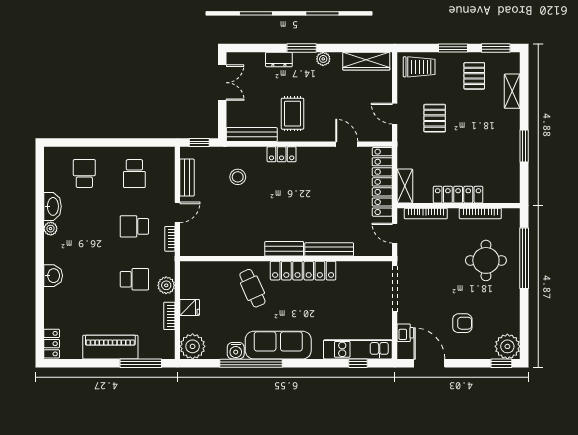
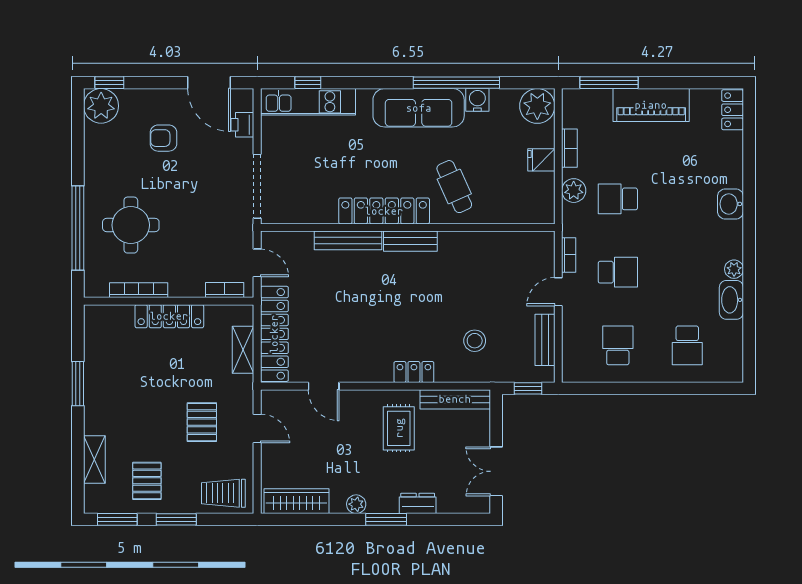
shelving: (405, 186) -> (243, 350), moved
bookcase: (426, 214) -> (225, 290), width x0.64

